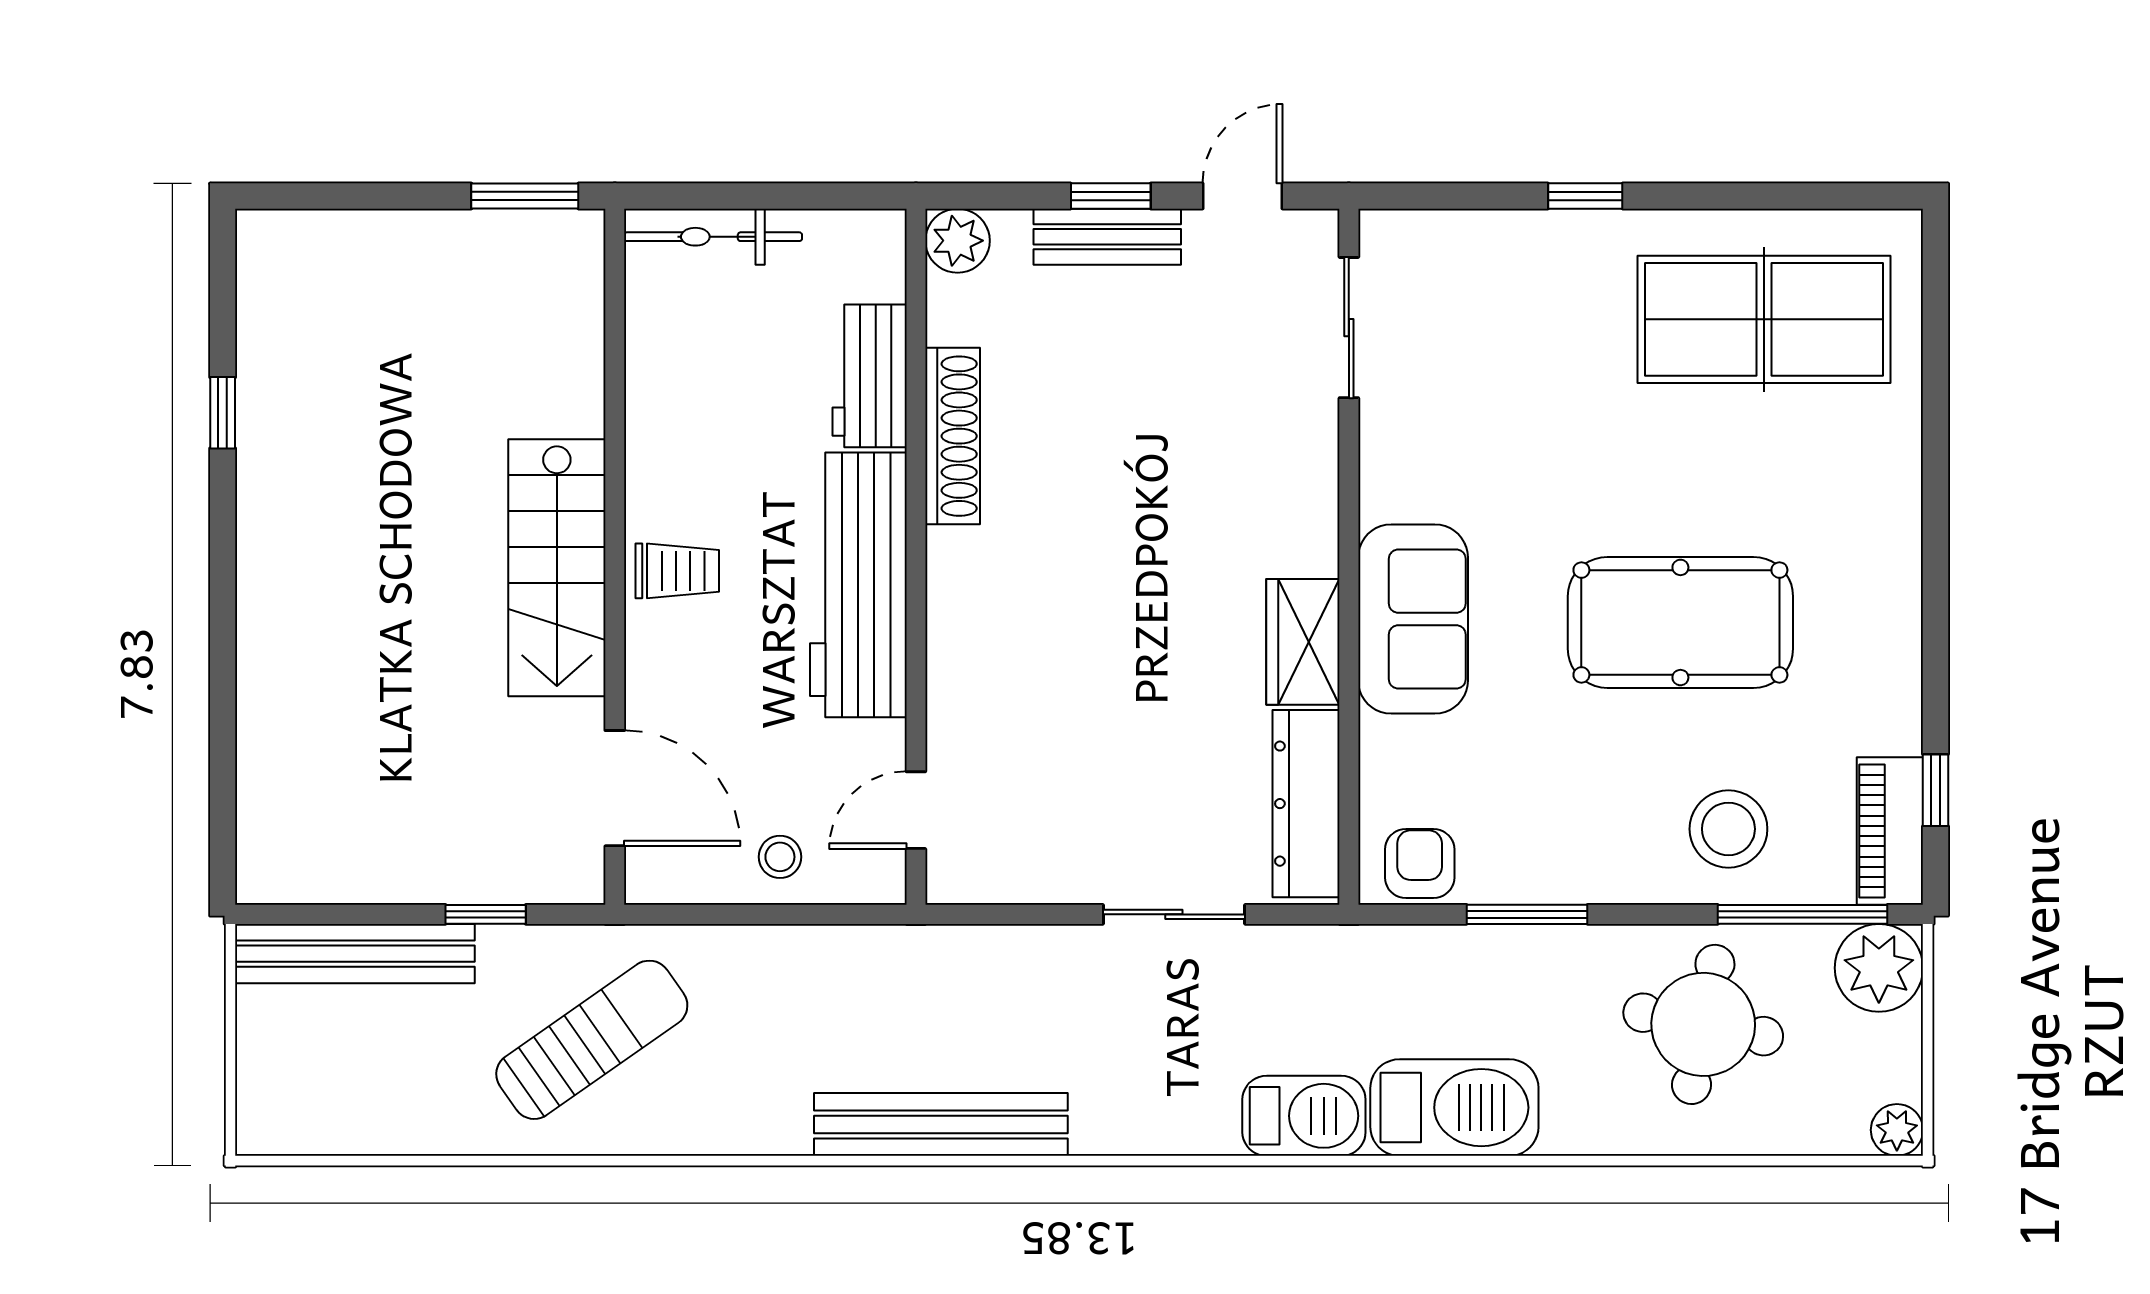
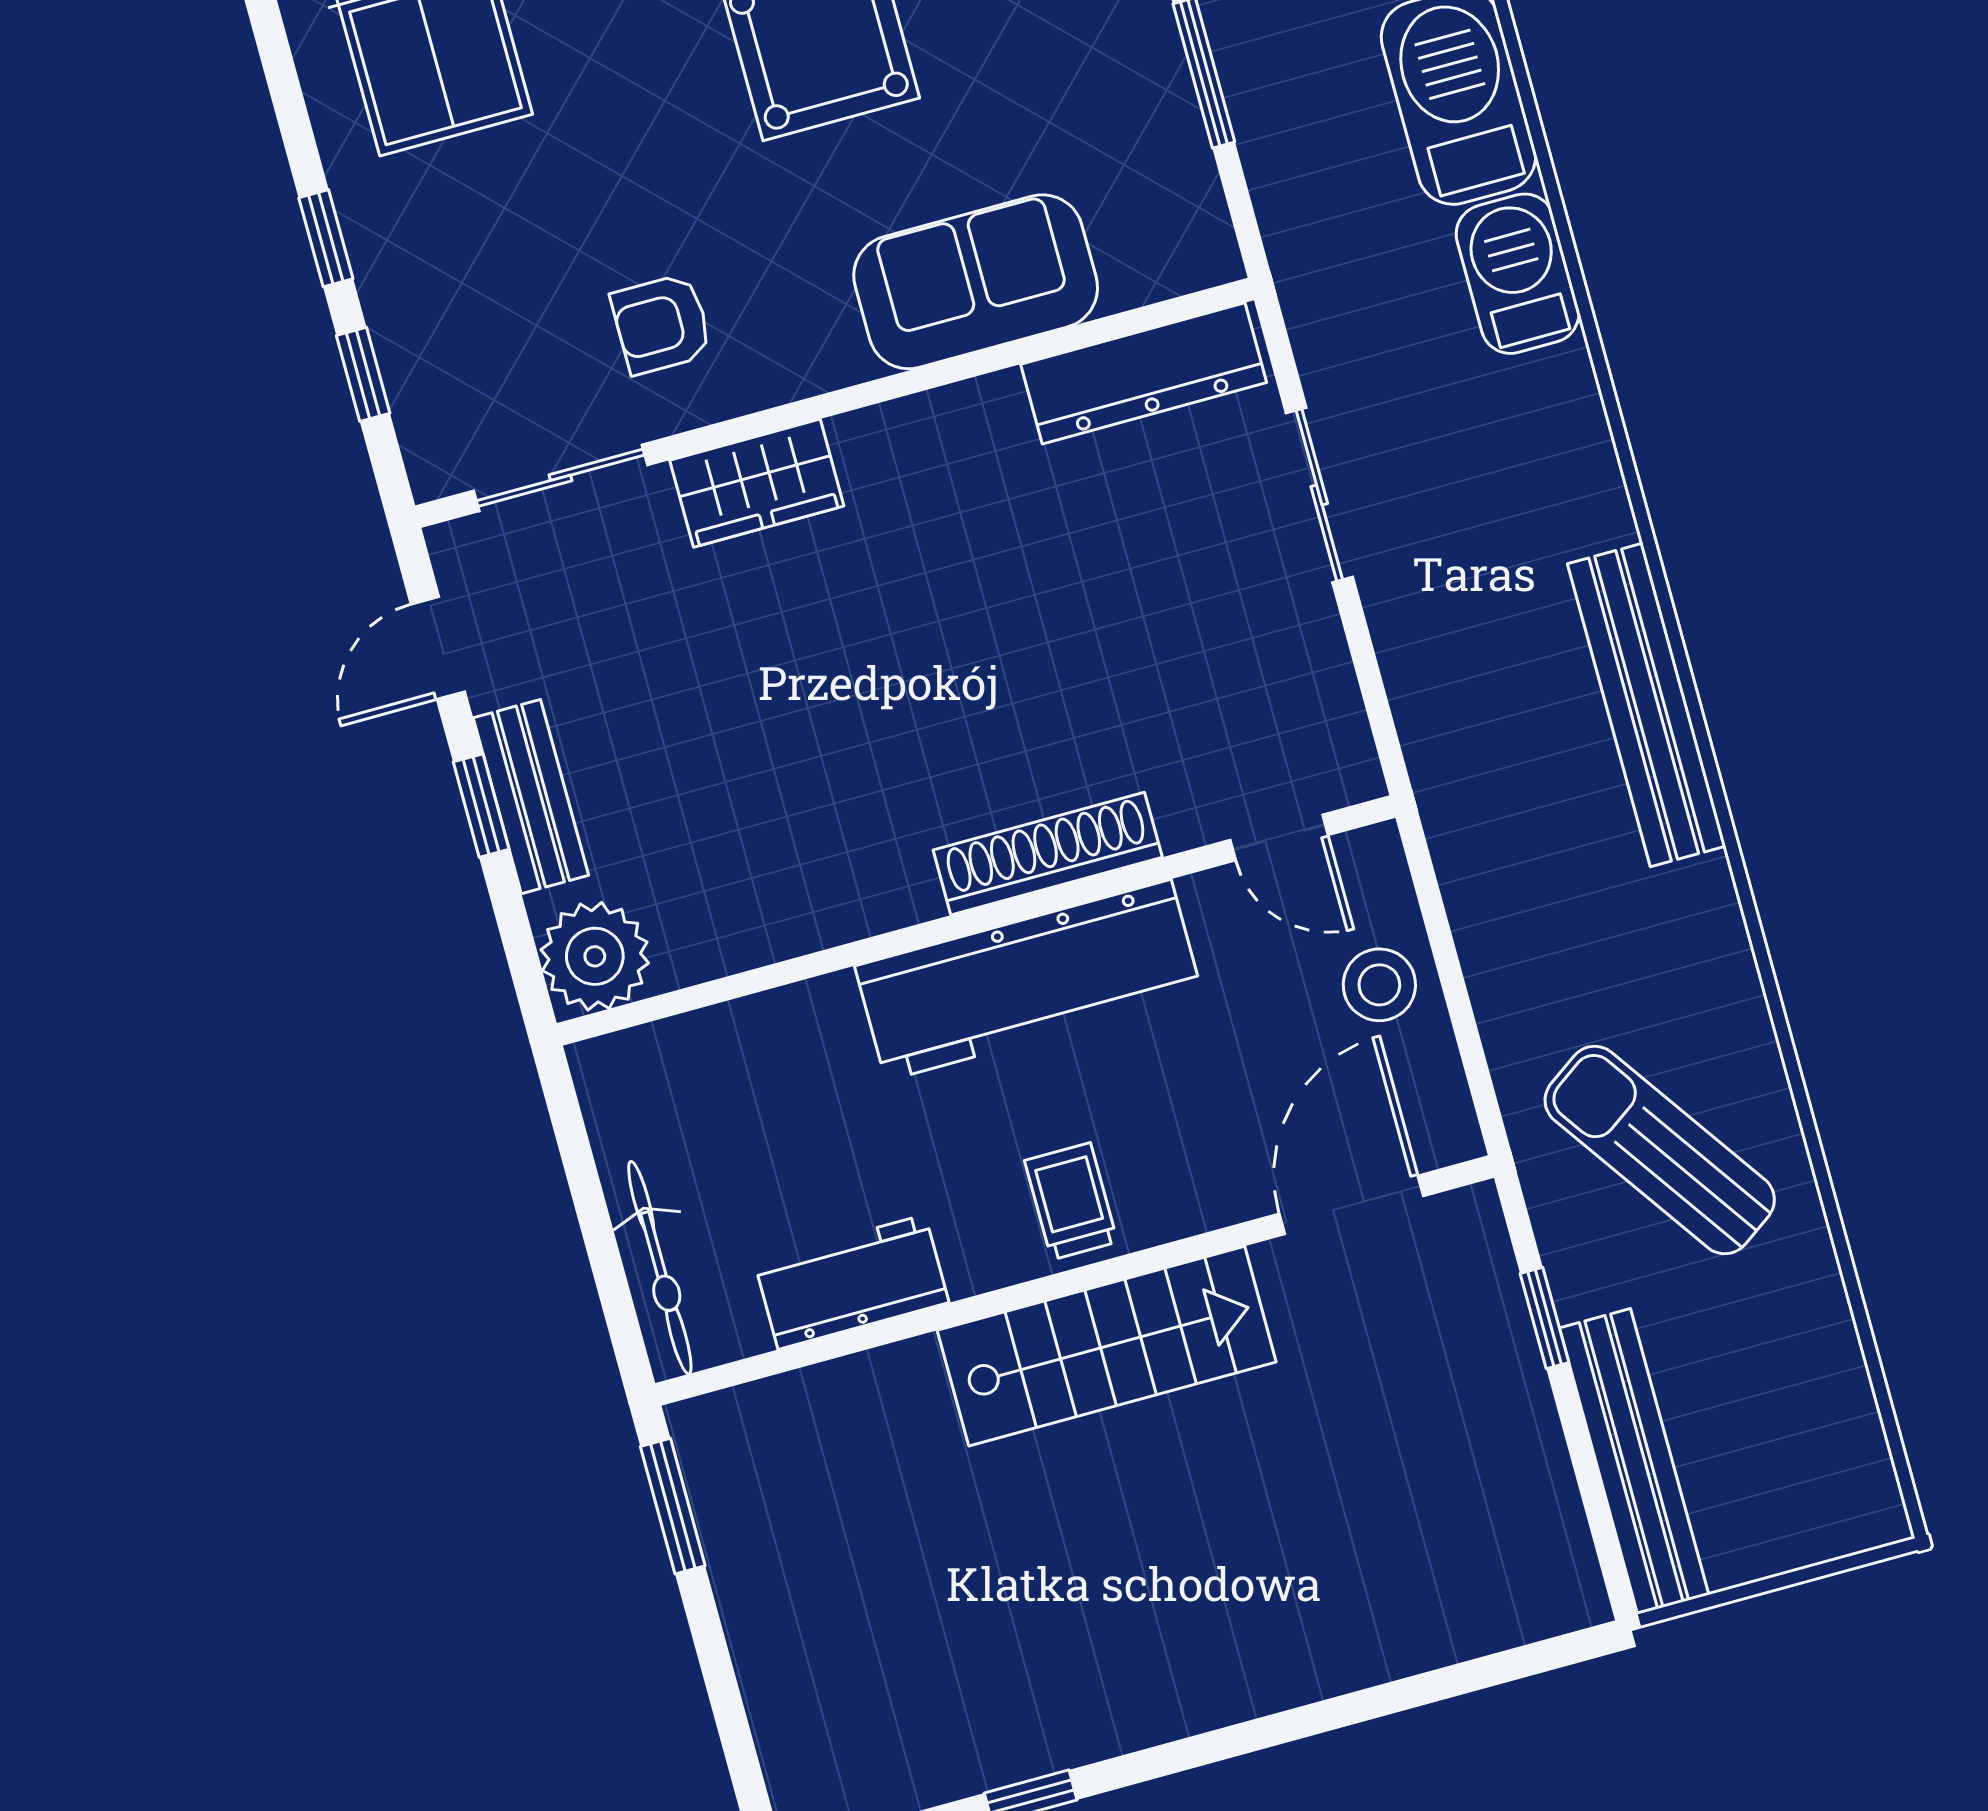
door: (1242, 196) -> (438, 648), hinge flipped
window: (1471, 196) -> (363, 374), added
plant: (958, 241) -> (595, 956), width x1.36, depth x1.36
workbench: (870, 376) -> (852, 1282), moved, turned 180
shoe rack: (953, 436) -> (1048, 854), moved
sofa: (1413, 619) -> (976, 282), moved
wardrobe: (1303, 642) -> (757, 483), moved
stool: (780, 857) -> (1379, 985), width x1.37, depth x1.37
armchair: (1420, 863) -> (662, 324), moved

